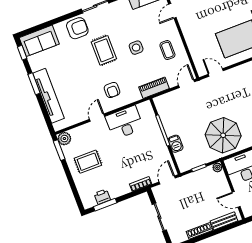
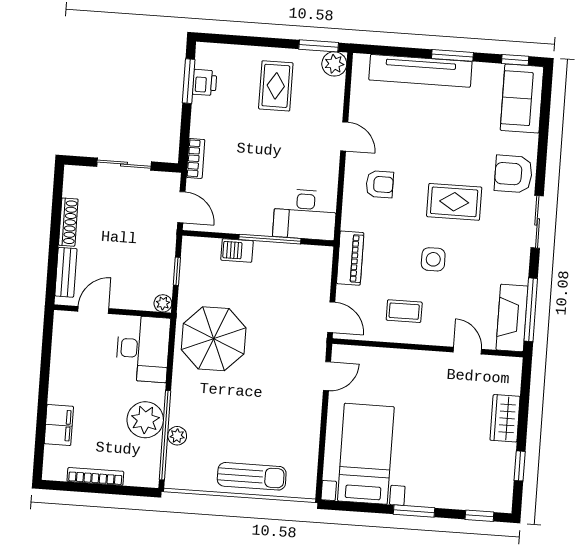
armchair: (77, 28) -> (513, 174), turned 90
armchair: (112, 90) -> (380, 184), turned 180
desk: (125, 122) -> (305, 215), moved, turned 90

